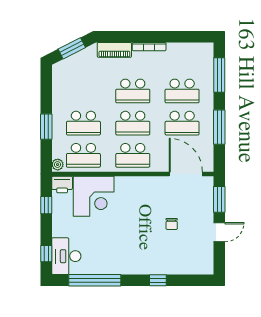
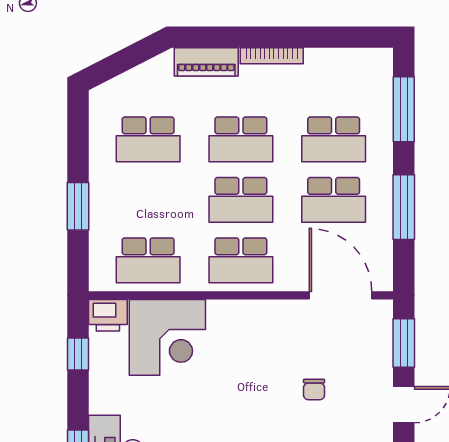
window: (72, 48) -> (126, 59), removed
school desk: (83, 123) -> (148, 139), moved
plant: (58, 165) -> (99, 278), removed

